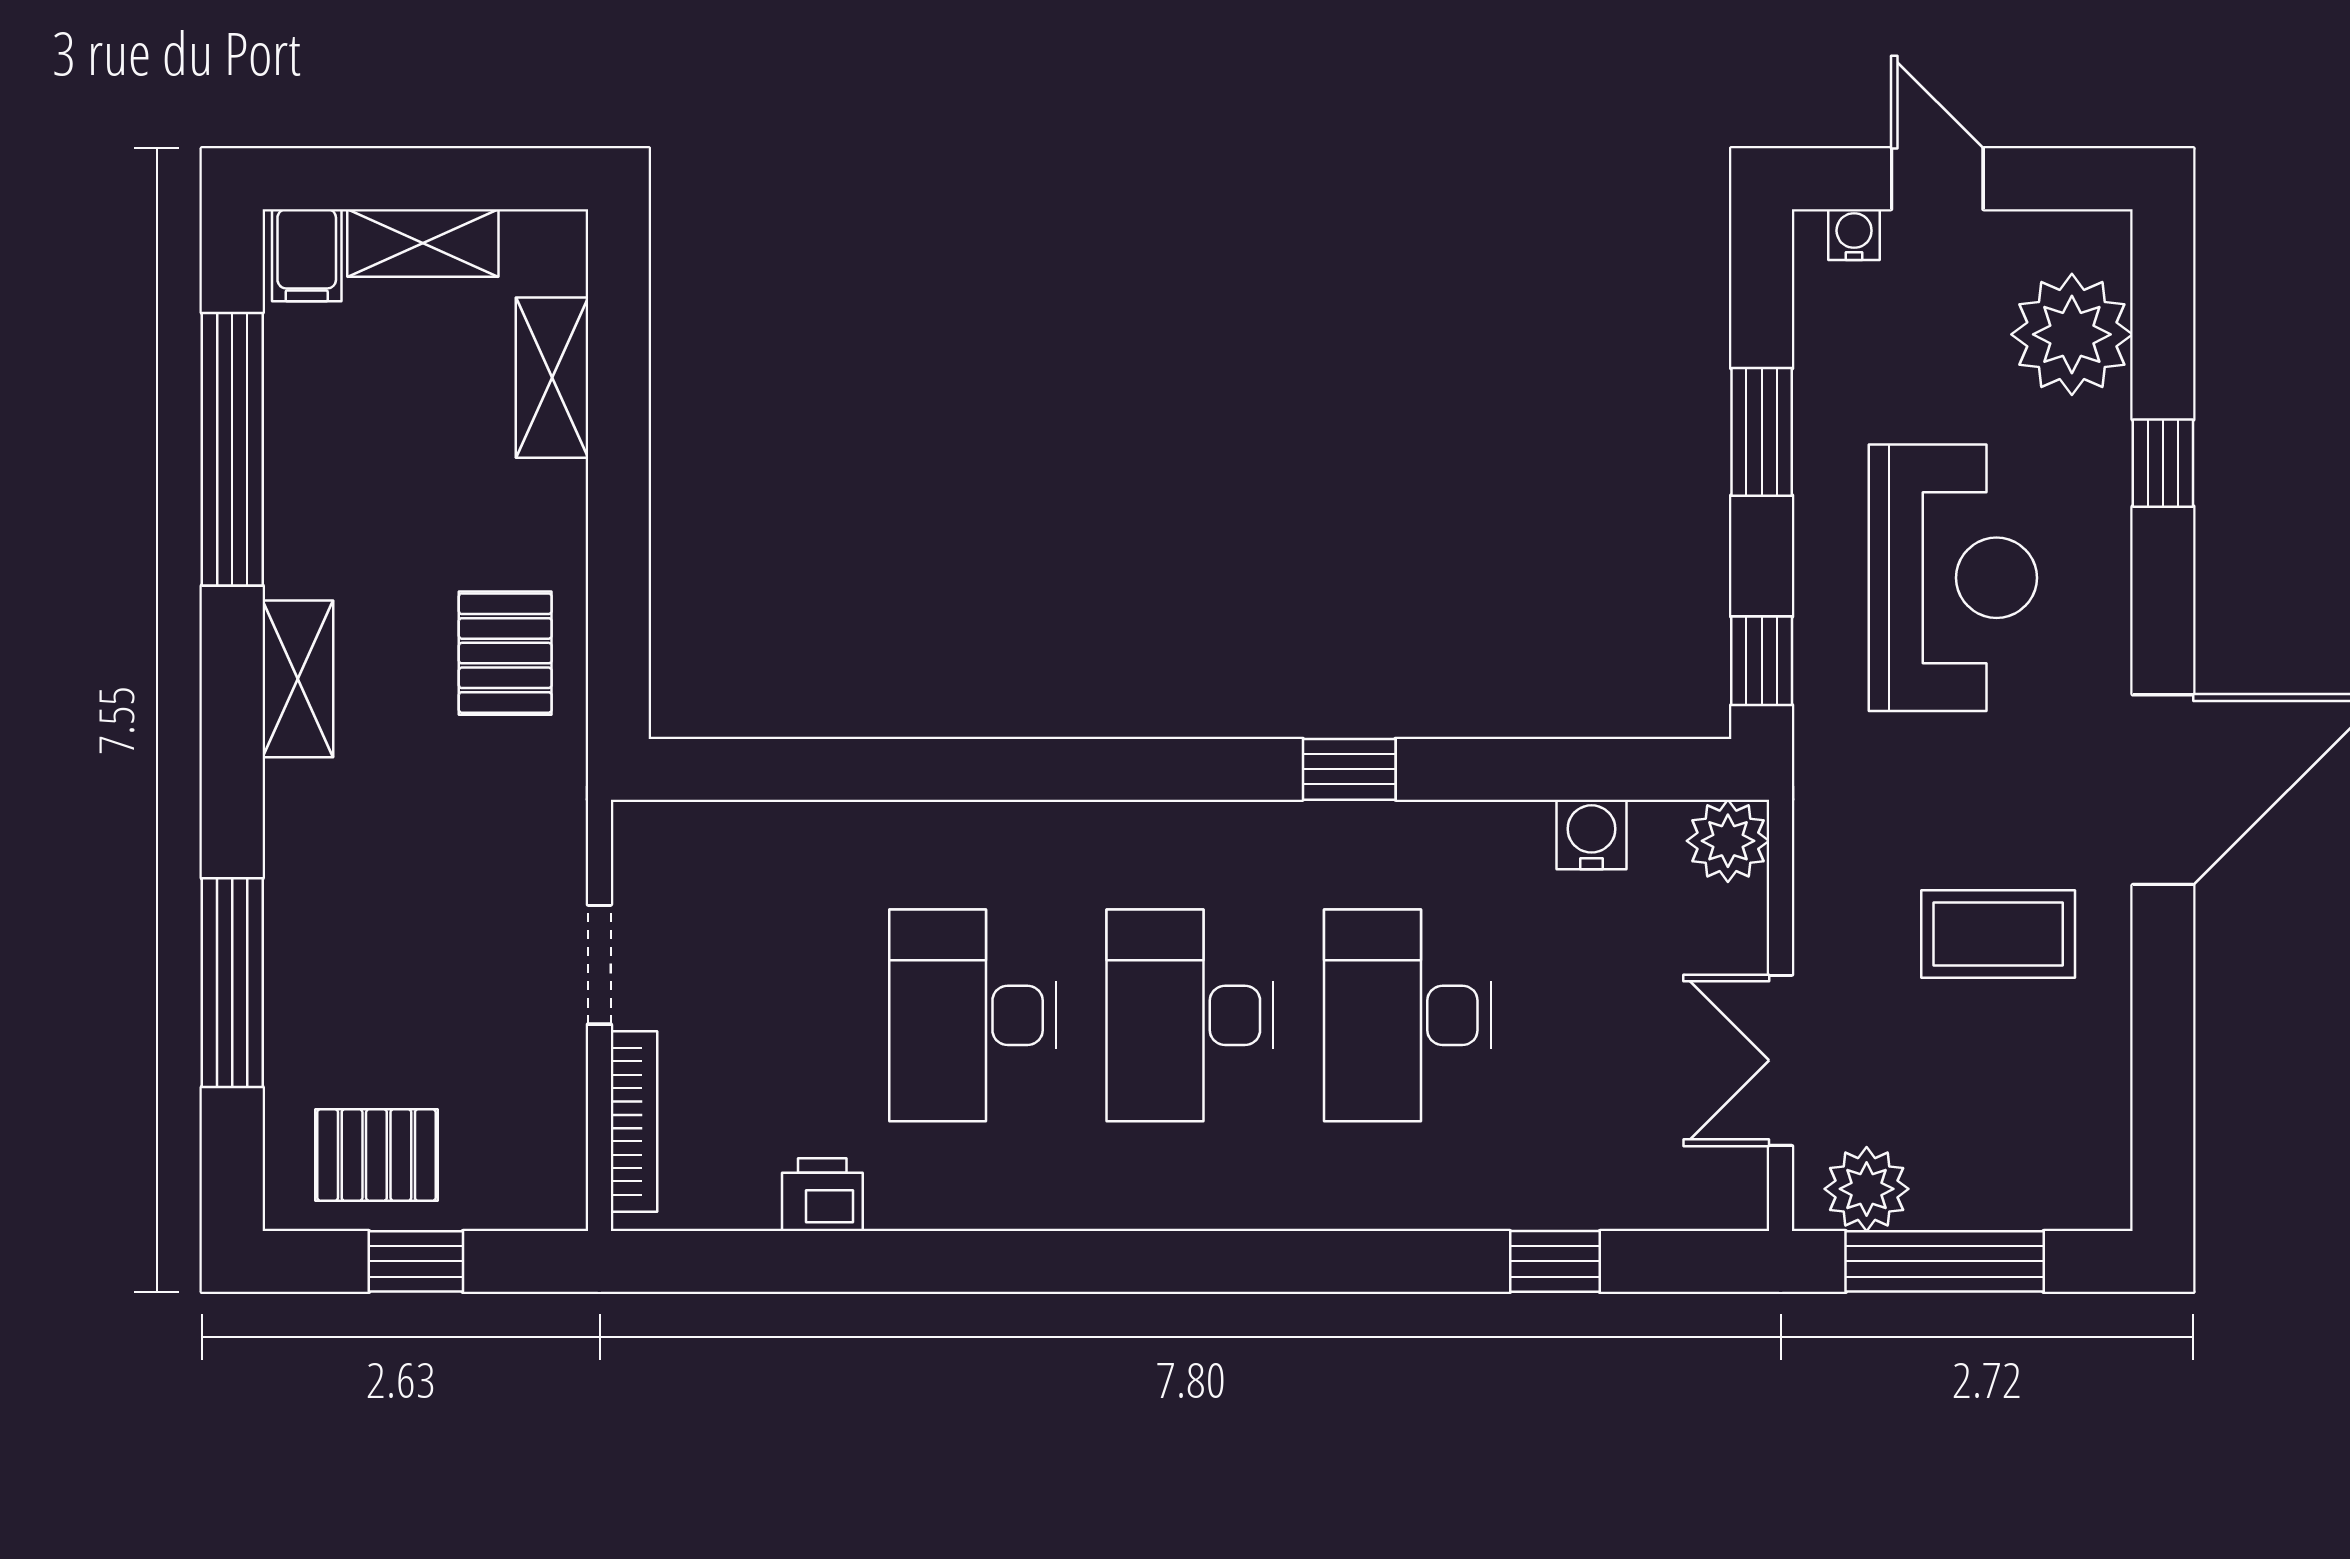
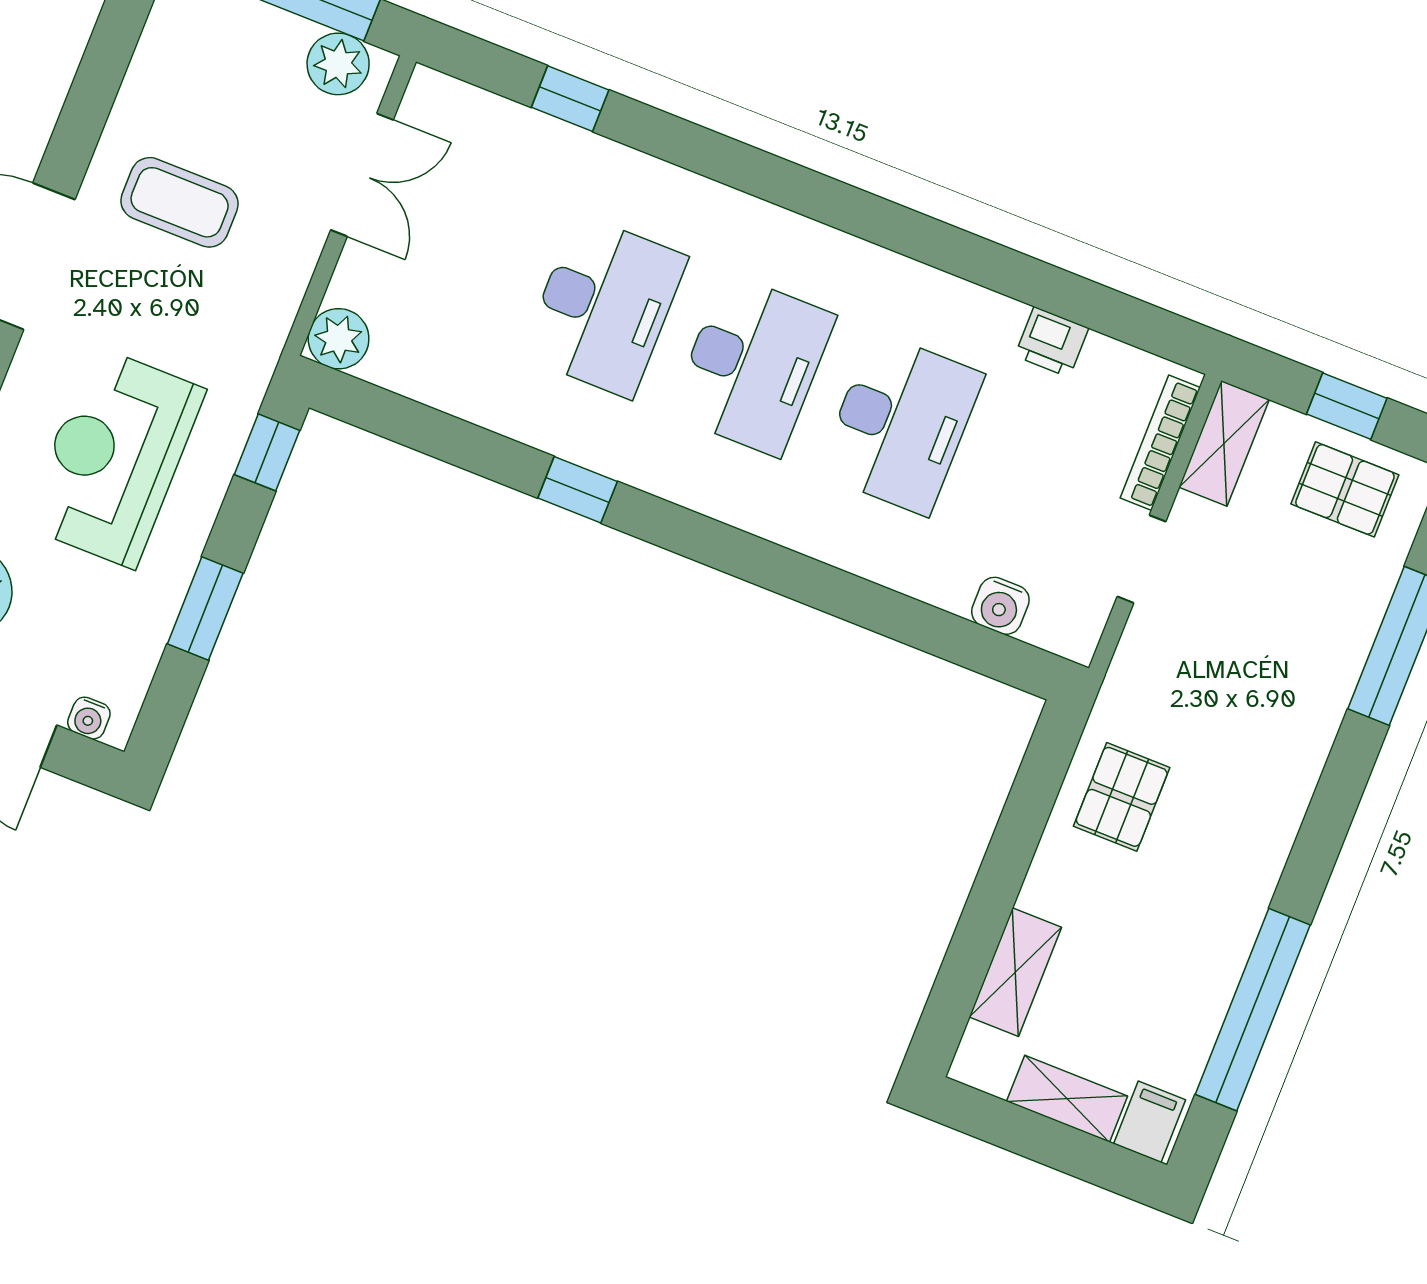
shelving: (298, 679) -> (1224, 443), moved
water cooler: (1591, 834) -> (1000, 606), moved

